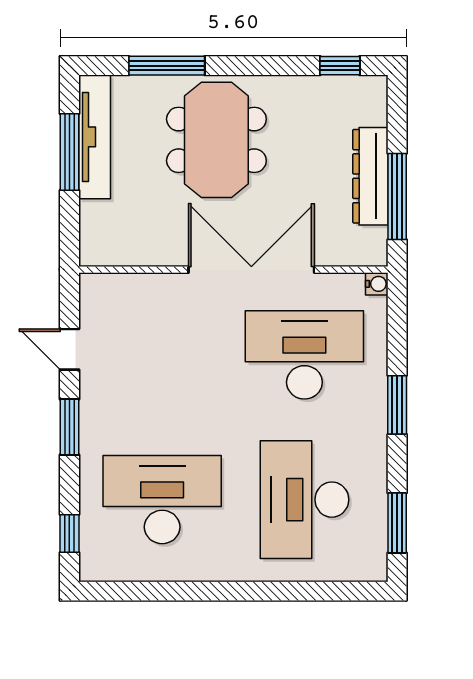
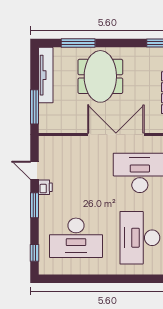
window: (69, 152) -> (34, 107), moved
printer: (94, 387) -> (45, 187), added
desk: (162, 500) -> (76, 238), turned 180

